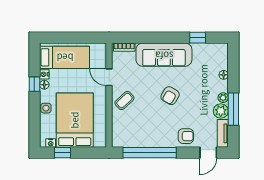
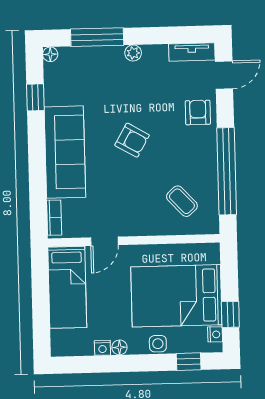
bed: (65, 57) -> (67, 287), moved, turned 180
floor lamp: (224, 75) -> (50, 54), moved
window: (34, 84) -> (189, 362), moved
coffee table: (124, 101) -> (182, 201), moved
window: (233, 109) -> (97, 37), moved
plant: (221, 111) -> (155, 56), removed
door: (208, 153) -> (224, 75), hinge flipped

